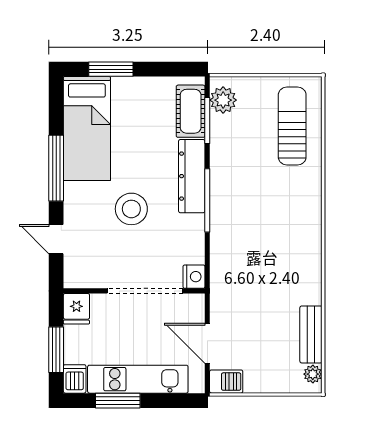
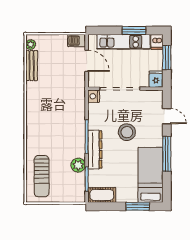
plant: (223, 100) -> (78, 165), moved
cot: (191, 111) -> (102, 195), moved, turned 90

